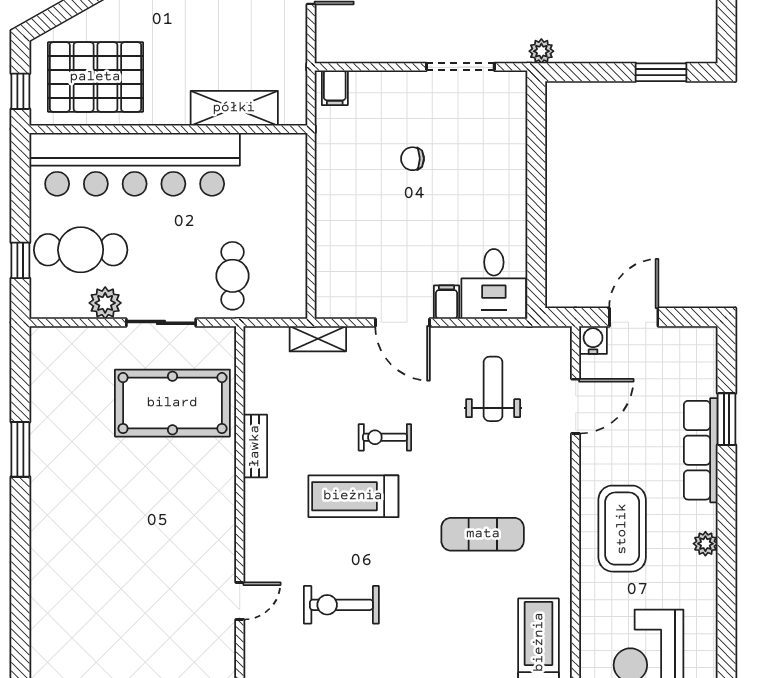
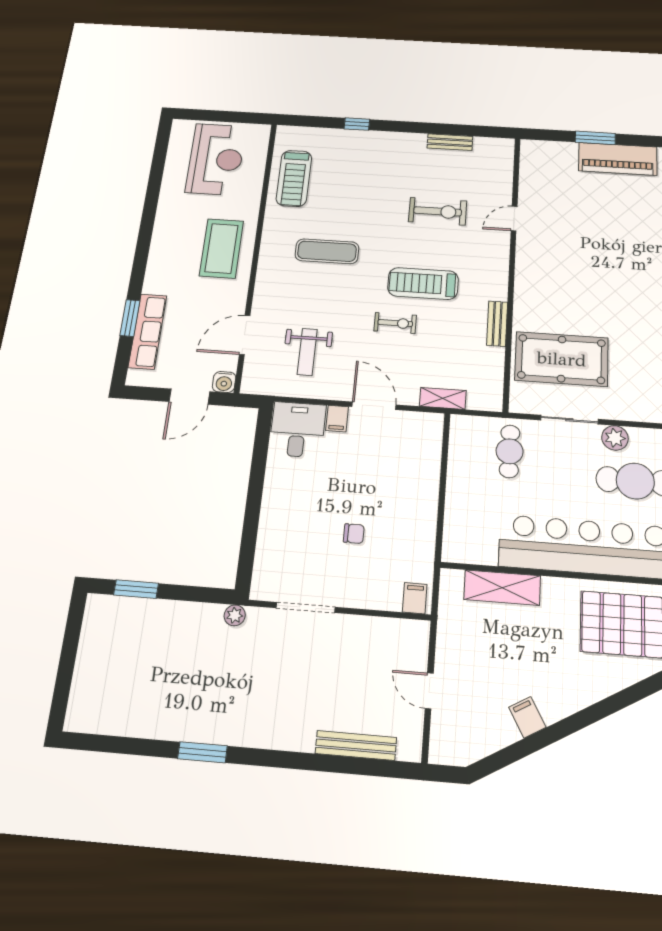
row of seats: (701, 450) -> (148, 331), moved
treadmill: (353, 496) -> (423, 283), turned 180
plant: (705, 544) -> (161, 234), removed

